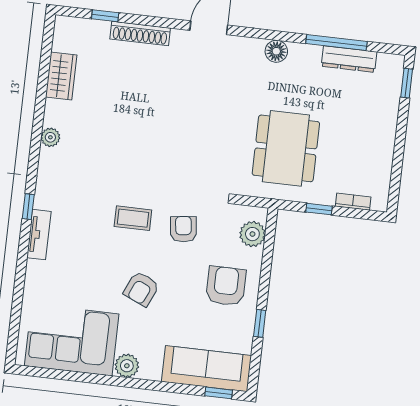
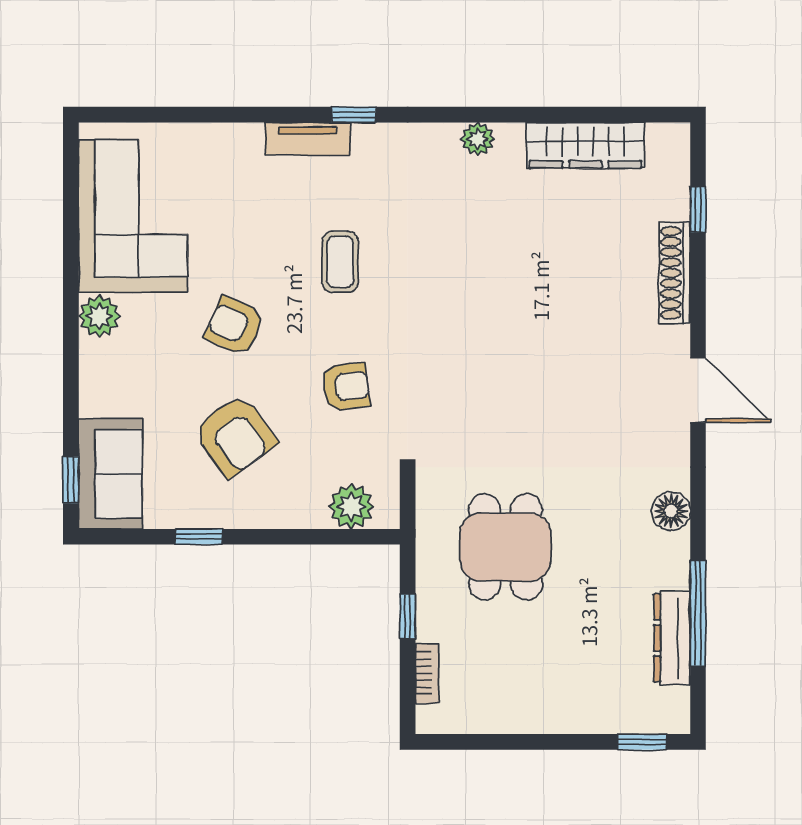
wardrobe: (61, 76) -> (585, 145), width x1.50
dining table: (286, 148) -> (505, 547), width x0.73
coffee table: (133, 218) -> (340, 262), moved
armchair: (226, 286) -> (235, 436), moved, turned 54
sofa: (206, 369) -> (110, 474), width x0.73

